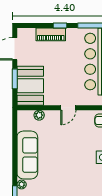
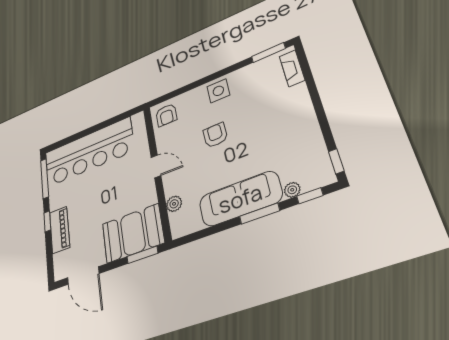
window: (15, 79) -> (142, 255), moved
armchair: (73, 149) -> (215, 135), added
window: (15, 164) -> (259, 214), added

